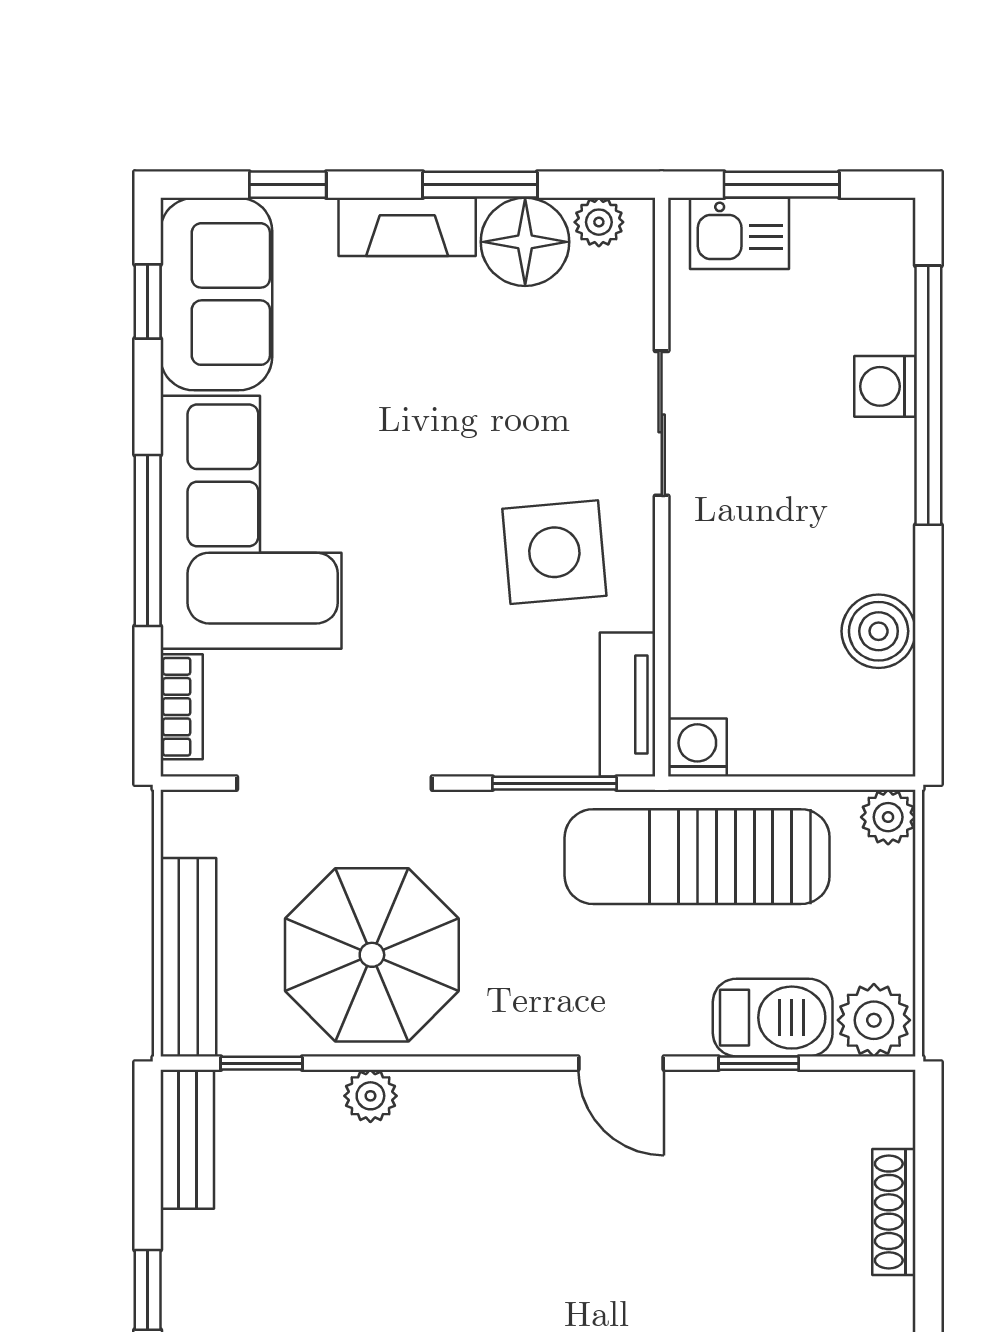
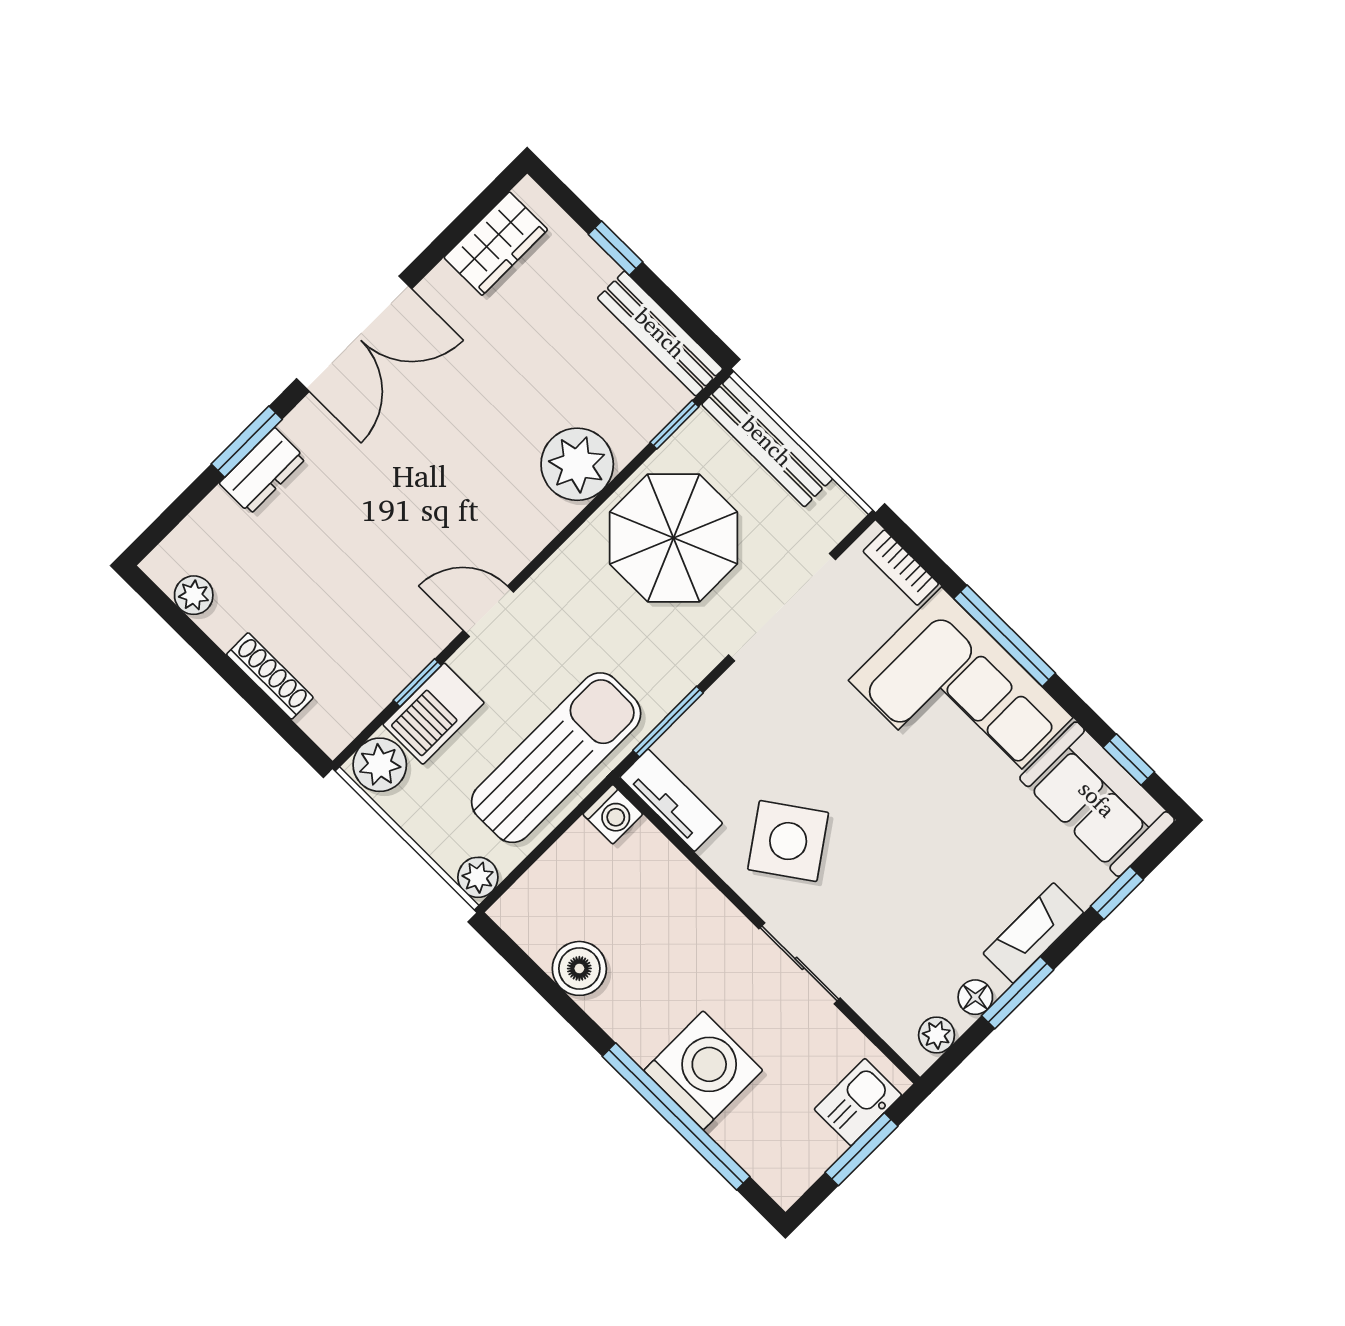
floor lamp: (525, 242) -> (975, 997), width x0.53, depth x0.53
washing machine: (885, 386) -> (703, 1070), width x1.89, depth x1.89
side table: (554, 552) -> (788, 841), turned -30
plant: (370, 1096) -> (577, 464), width x1.88, depth x1.88
bench: (187, 1139) -> (660, 333), width x1.36

